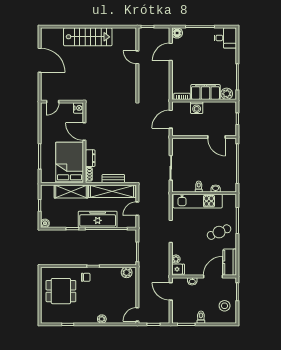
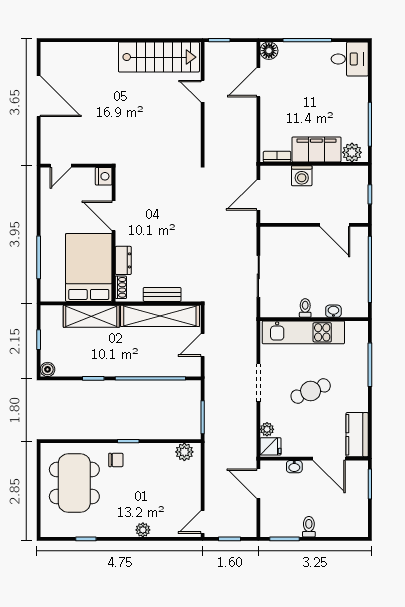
stairs: (88, 37) -> (159, 57), moved
freezer: (98, 219) -> (136, 363), removed
cafe table: (219, 232) -> (311, 391), moved
door: (213, 276) -> (329, 459), swing flipped
dining table: (61, 291) -> (74, 483), width x1.38
stool: (225, 306) -> (348, 508), removed

